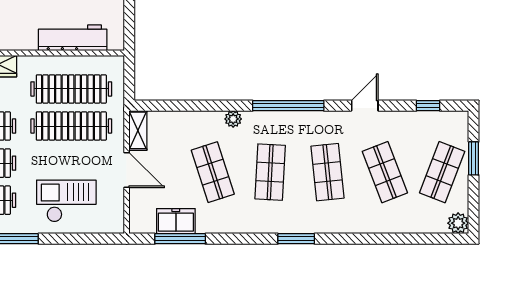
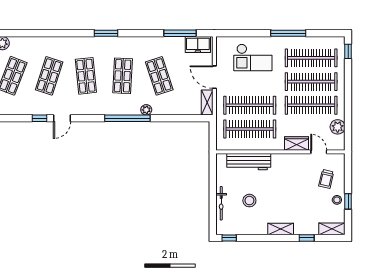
window: (288, 106) -> (127, 118), moved
window: (428, 106) -> (40, 118), moved
shop shelf: (385, 172) -> (49, 76), turned 39
freezer: (176, 221) -> (198, 44), moved

